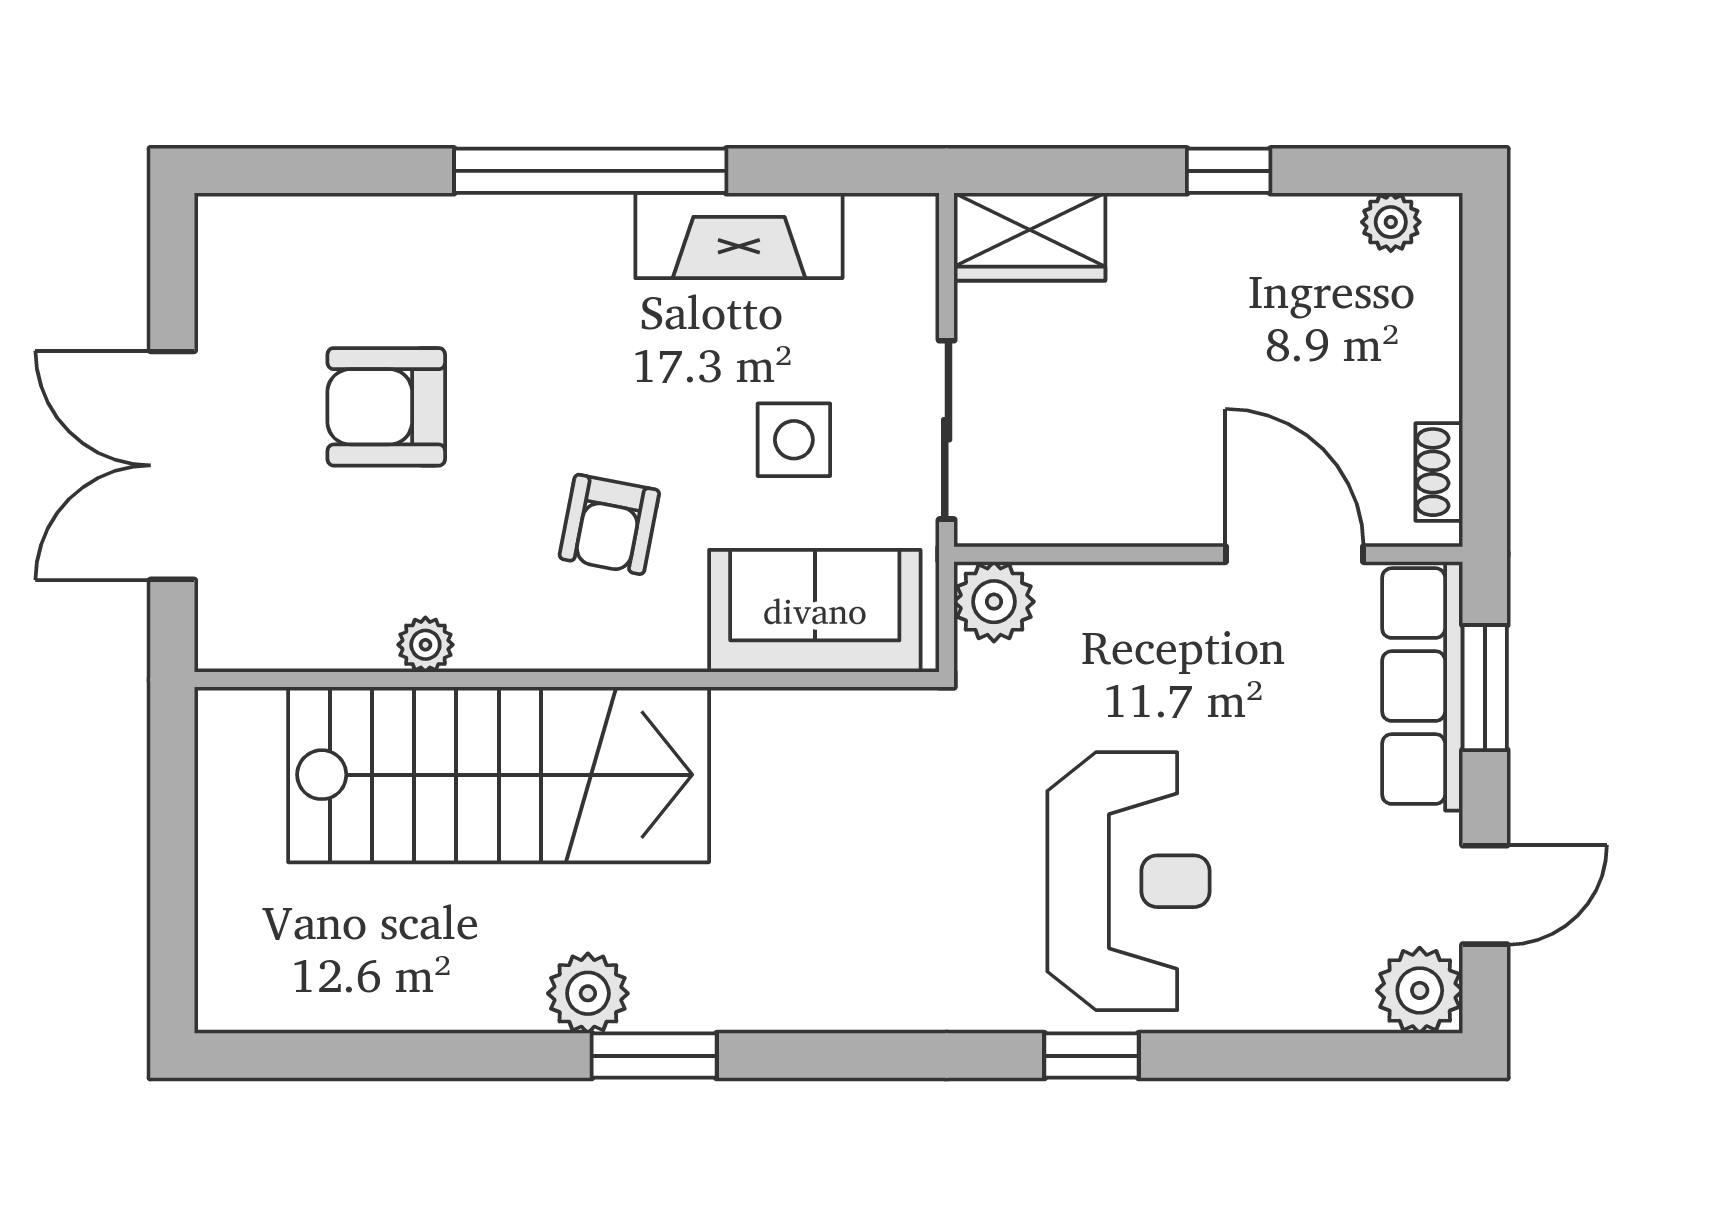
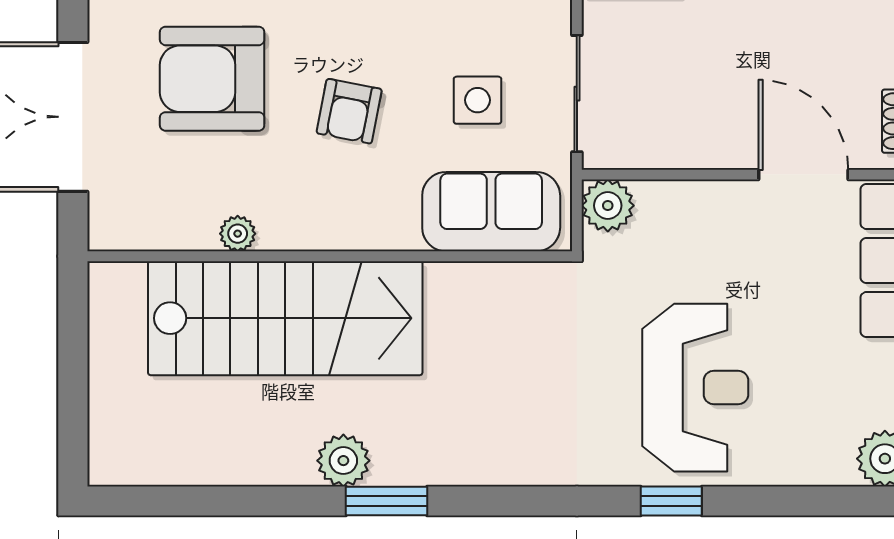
armchair: (386, 407) -> (212, 79), width x1.36, depth x1.36
armchair: (609, 524) -> (349, 111), moved

